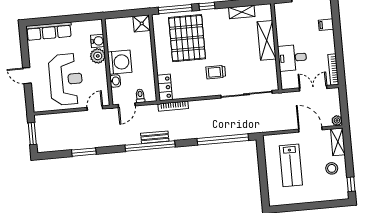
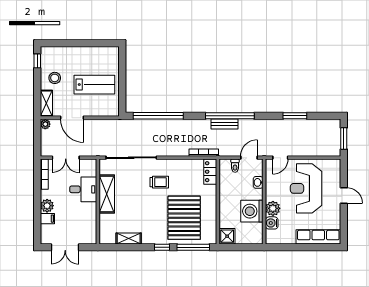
plant: (328, 38) -> (47, 206), added
shelving: (267, 40) -> (107, 194), moved
washing machine: (120, 62) -> (252, 211), moved
lab bench: (291, 165) -> (94, 85), turned 90

